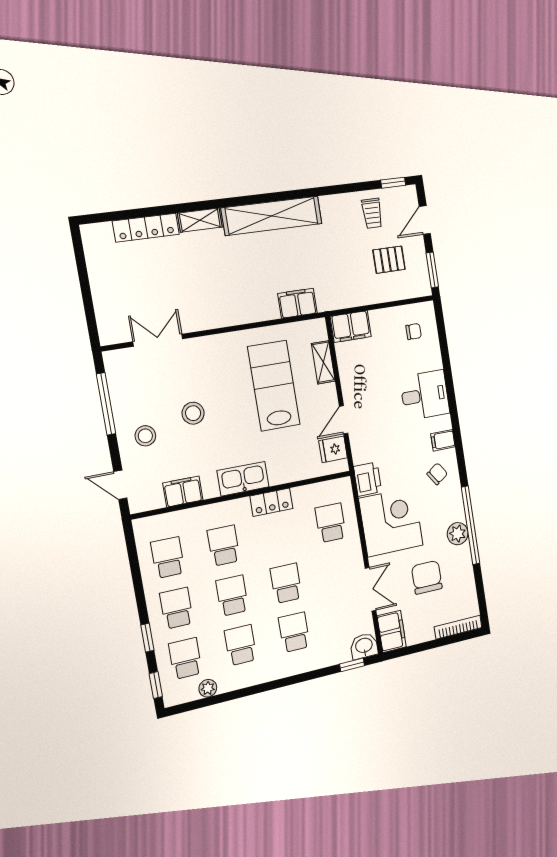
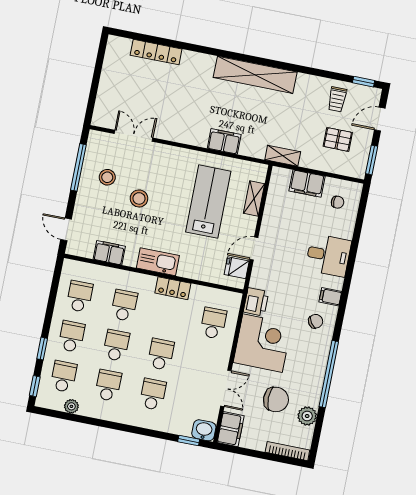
shelving: (200, 220) -> (283, 156), moved
filing cabinet: (297, 303) -> (224, 141), moved
filing cabinet: (351, 327) -> (307, 184), moved
stool: (145, 436) -> (107, 177), moved
plant: (458, 534) -> (307, 416), moved
chair: (427, 577) -> (276, 399), turned 90

